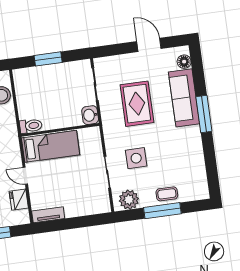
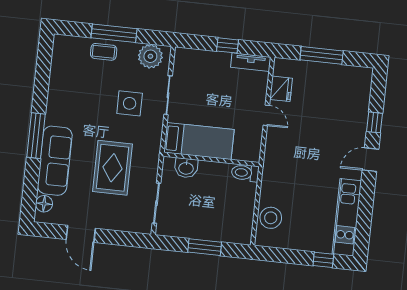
washbasin: (90, 115) -> (186, 168), moved, turned 90
bed: (51, 146) -> (199, 141), moved, turned 180
window: (70, 223) -> (228, 45), added

